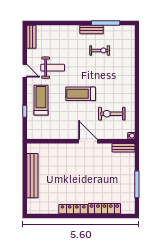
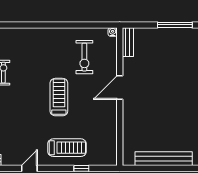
weight bench: (53, 68) -> (25, 133), removed
treadmill: (81, 94) -> (59, 97), turned 180
treadmill: (41, 100) -> (67, 148), turned 180

